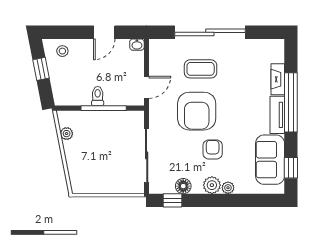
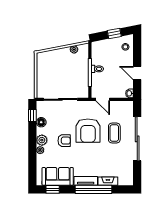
armchair: (197, 111) -> (88, 131), turned -90

